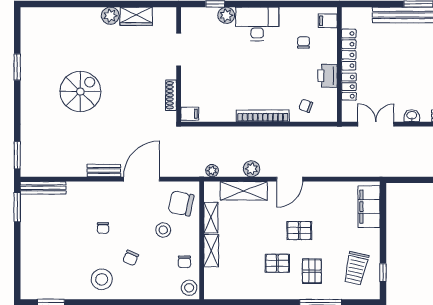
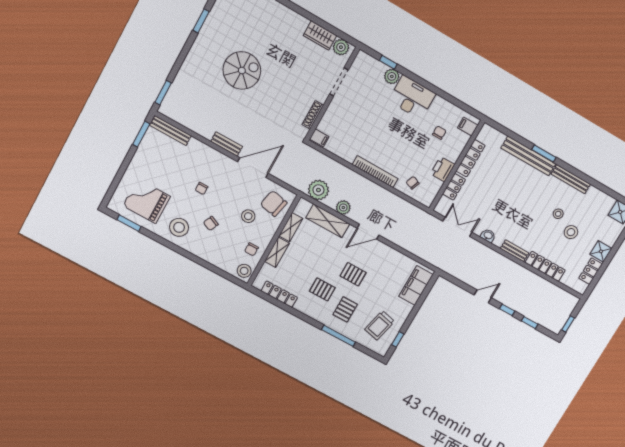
plant: (110, 16) -> (341, 47), moved
plant: (212, 171) -> (318, 190), width x1.88, depth x1.88
grand piano: (56, 271) -> (147, 201), added
locker: (237, 292) -> (279, 294), added

